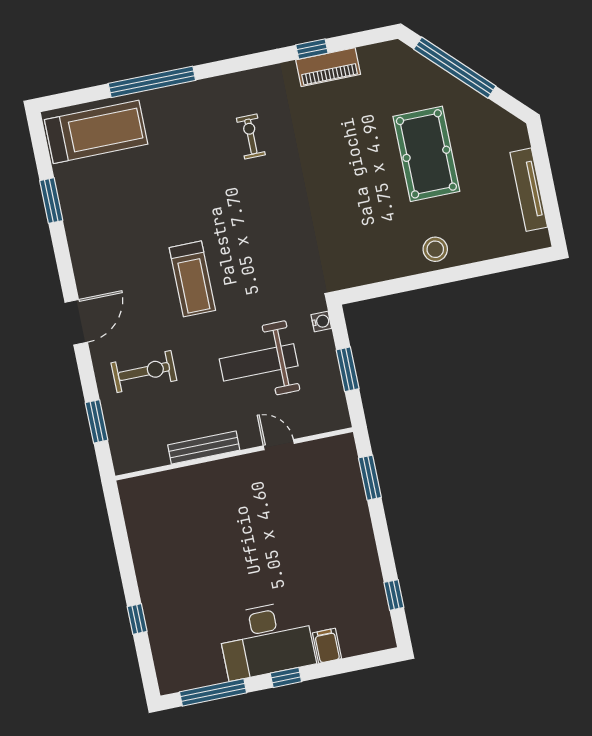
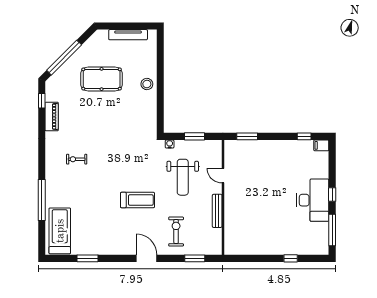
window: (312, 49) -> (42, 101), moved
door: (279, 445) -> (223, 176), hinge flipped
filing cabinet: (327, 646) -> (321, 145), moved

